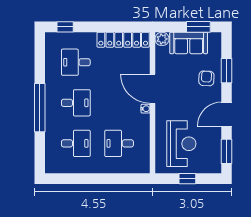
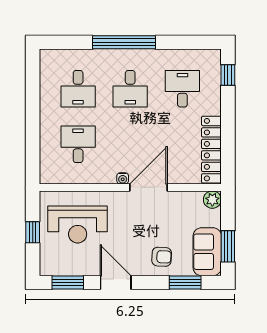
sofa: (189, 43) -> (207, 252), moved
window: (226, 71) -> (185, 283), moved

